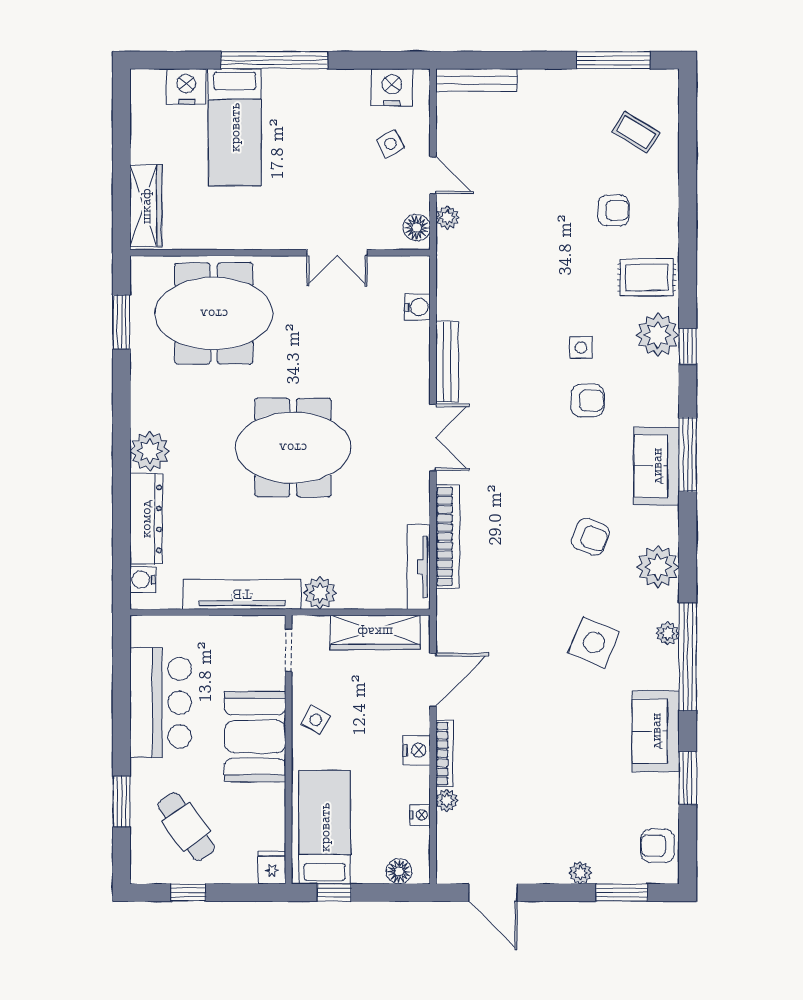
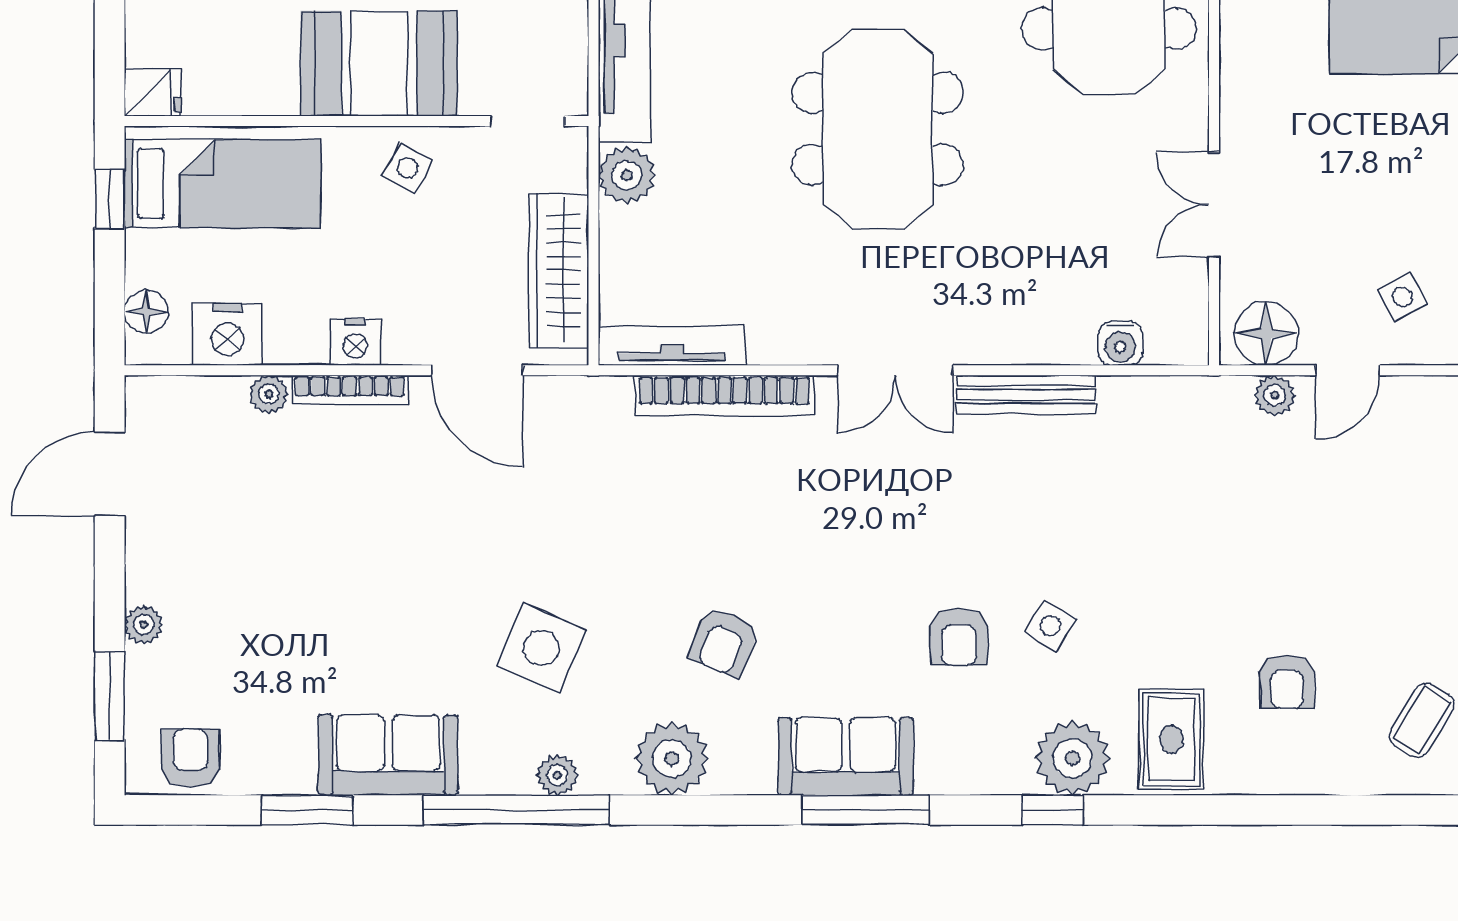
floor lamp: (417, 228) -> (1266, 333), width x1.38, depth x1.38
side table: (581, 348) -> (1050, 626), turned 32
nightstand: (420, 815) -> (227, 334), width x1.89, depth x1.79

